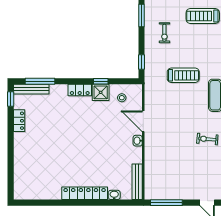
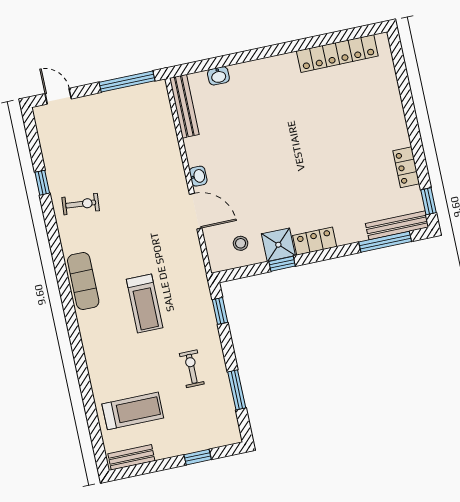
treadmill: (183, 75) -> (145, 303), turned -90
locker: (85, 193) -> (337, 53), moved

